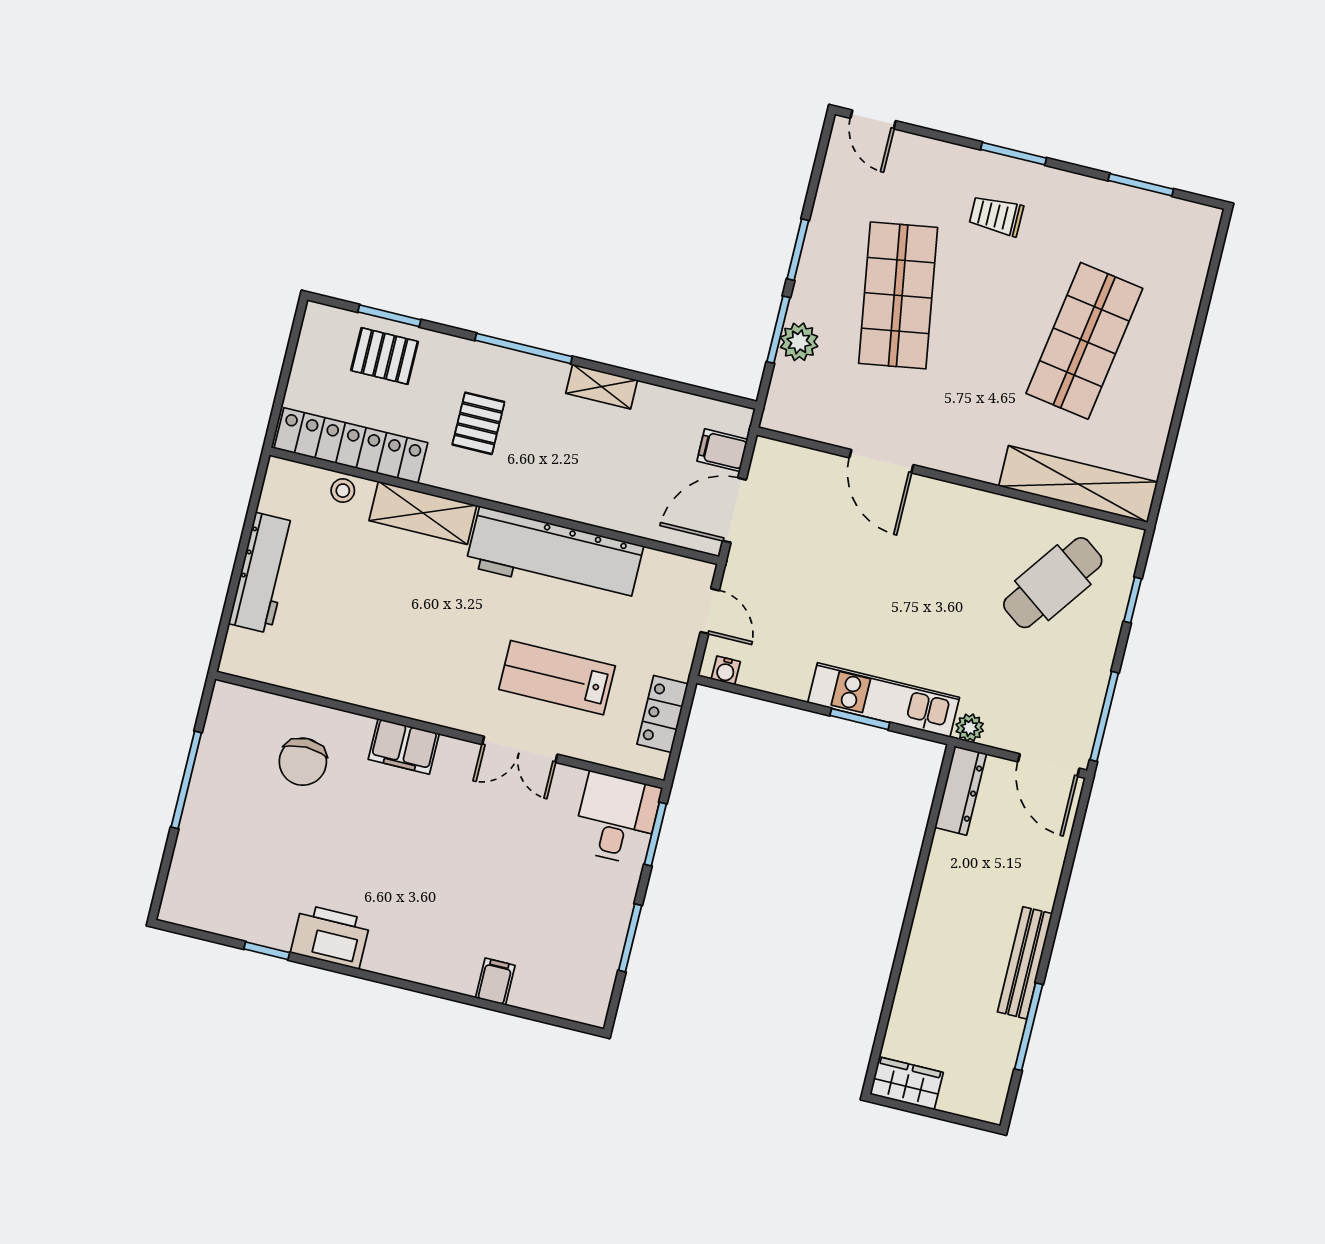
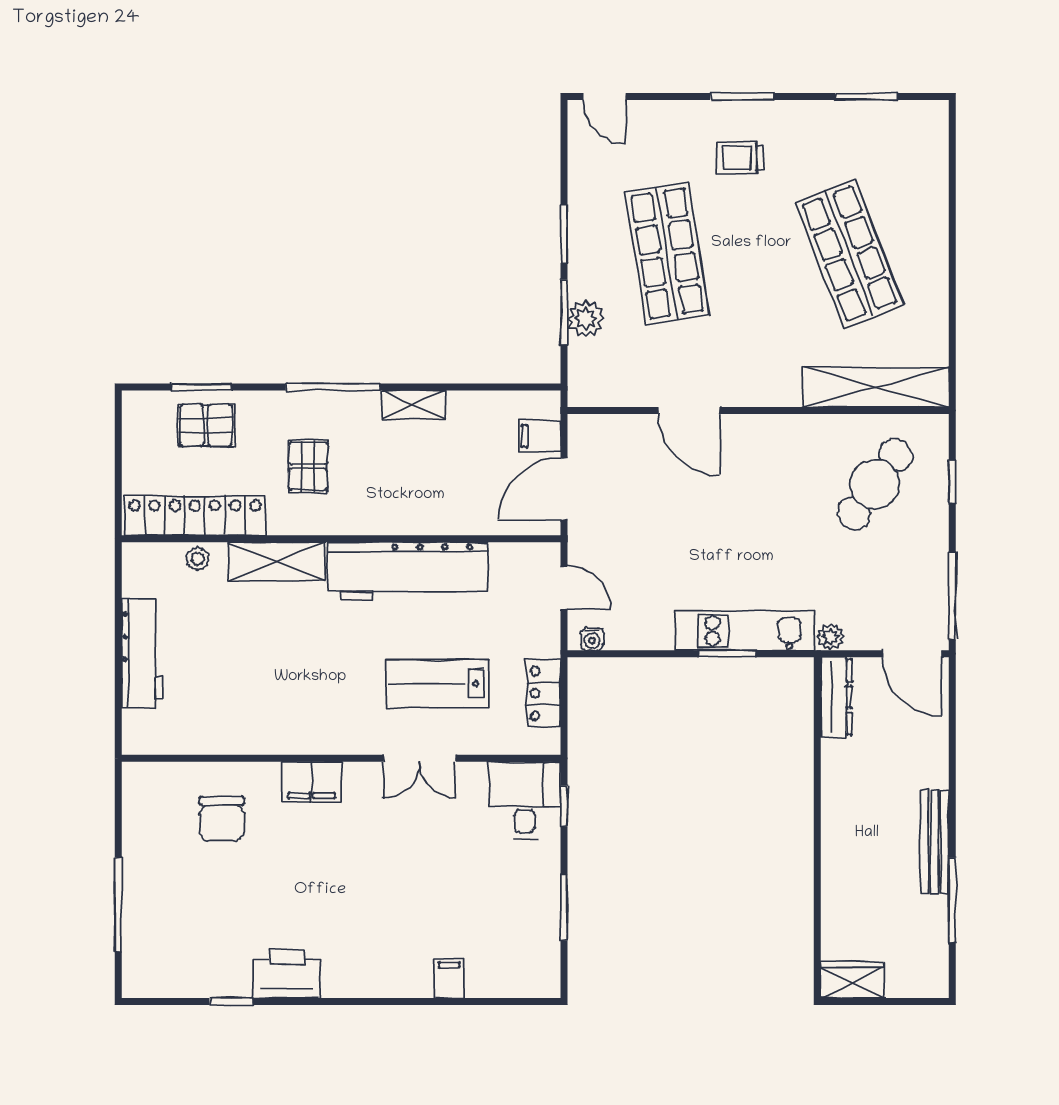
shop shelf: (1084, 341) -> (849, 253), turned -30
window: (186, 780) -> (118, 904), moved
window: (655, 834) -> (564, 806), width x0.67

